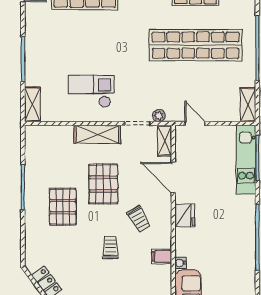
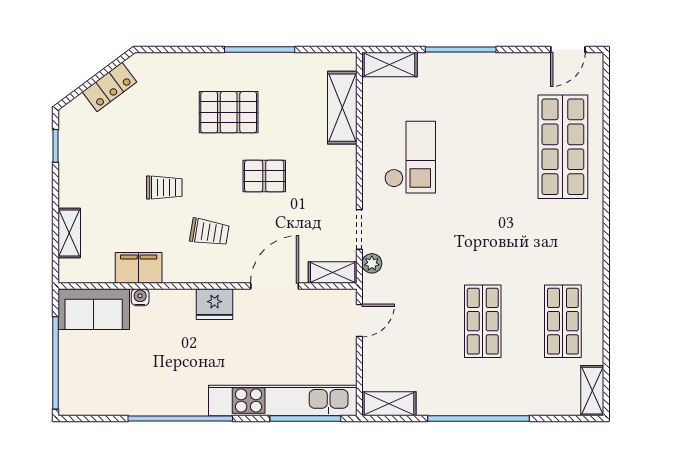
shop shelf: (196, 45) -> (483, 321), width x0.50, depth x0.74
shelving: (97, 134) -> (342, 108), moved
kitchen unit: (246, 160) -> (283, 401), width x1.36
pallet: (103, 184) -> (264, 176), width x0.67, depth x0.71
trolley: (139, 219) -> (209, 232), turned -141
filing cabinet: (162, 256) -> (139, 268), width x2.00

